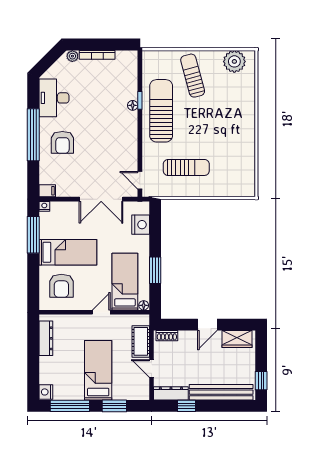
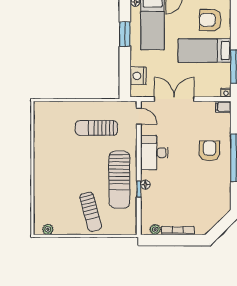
plant: (72, 56) -> (155, 230), moved
plant: (234, 61) -> (48, 229), width x0.53, depth x0.53
desk: (54, 98) -> (154, 153), moved, turned 180
armchair: (61, 286) -> (210, 20), turned -90

